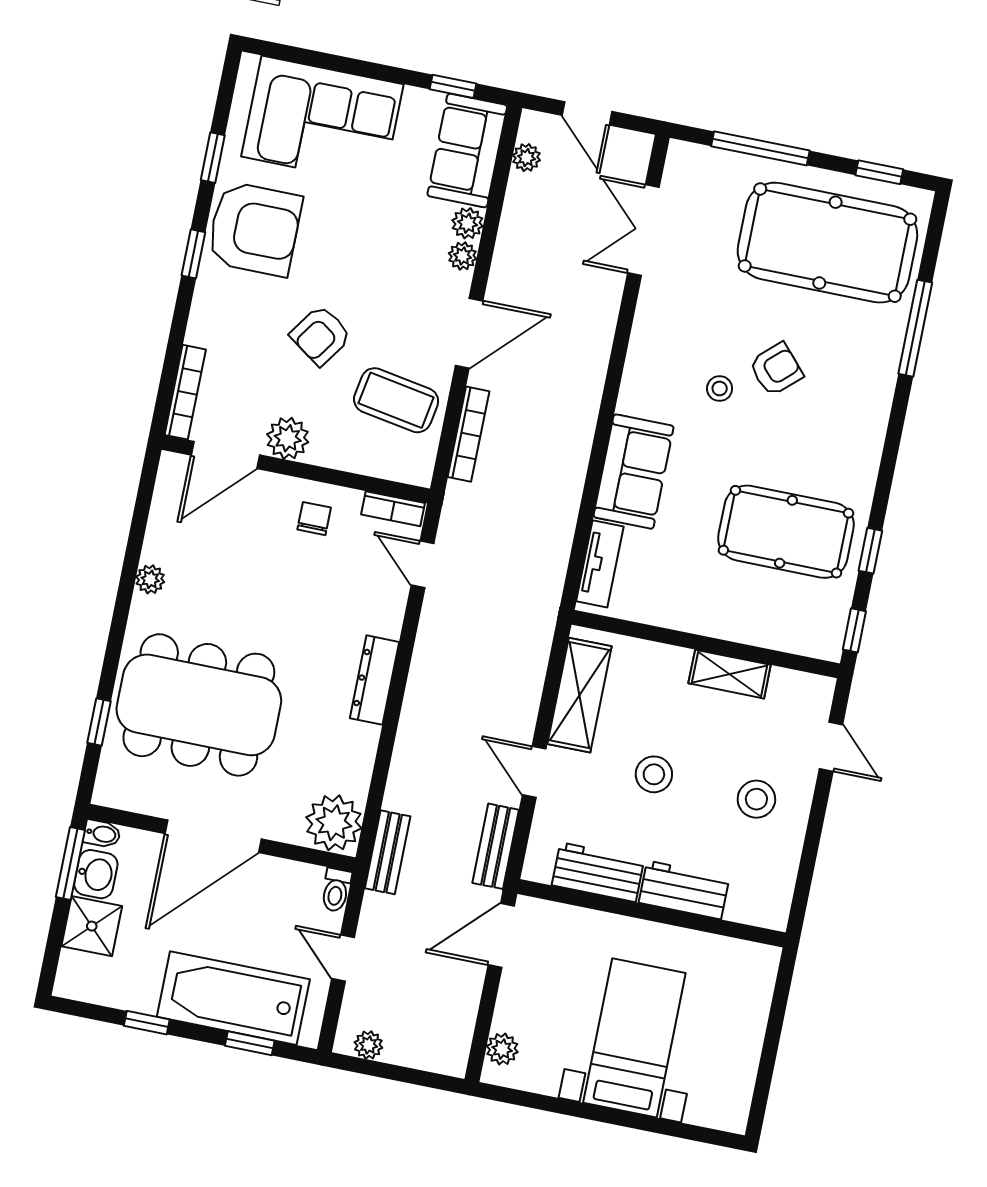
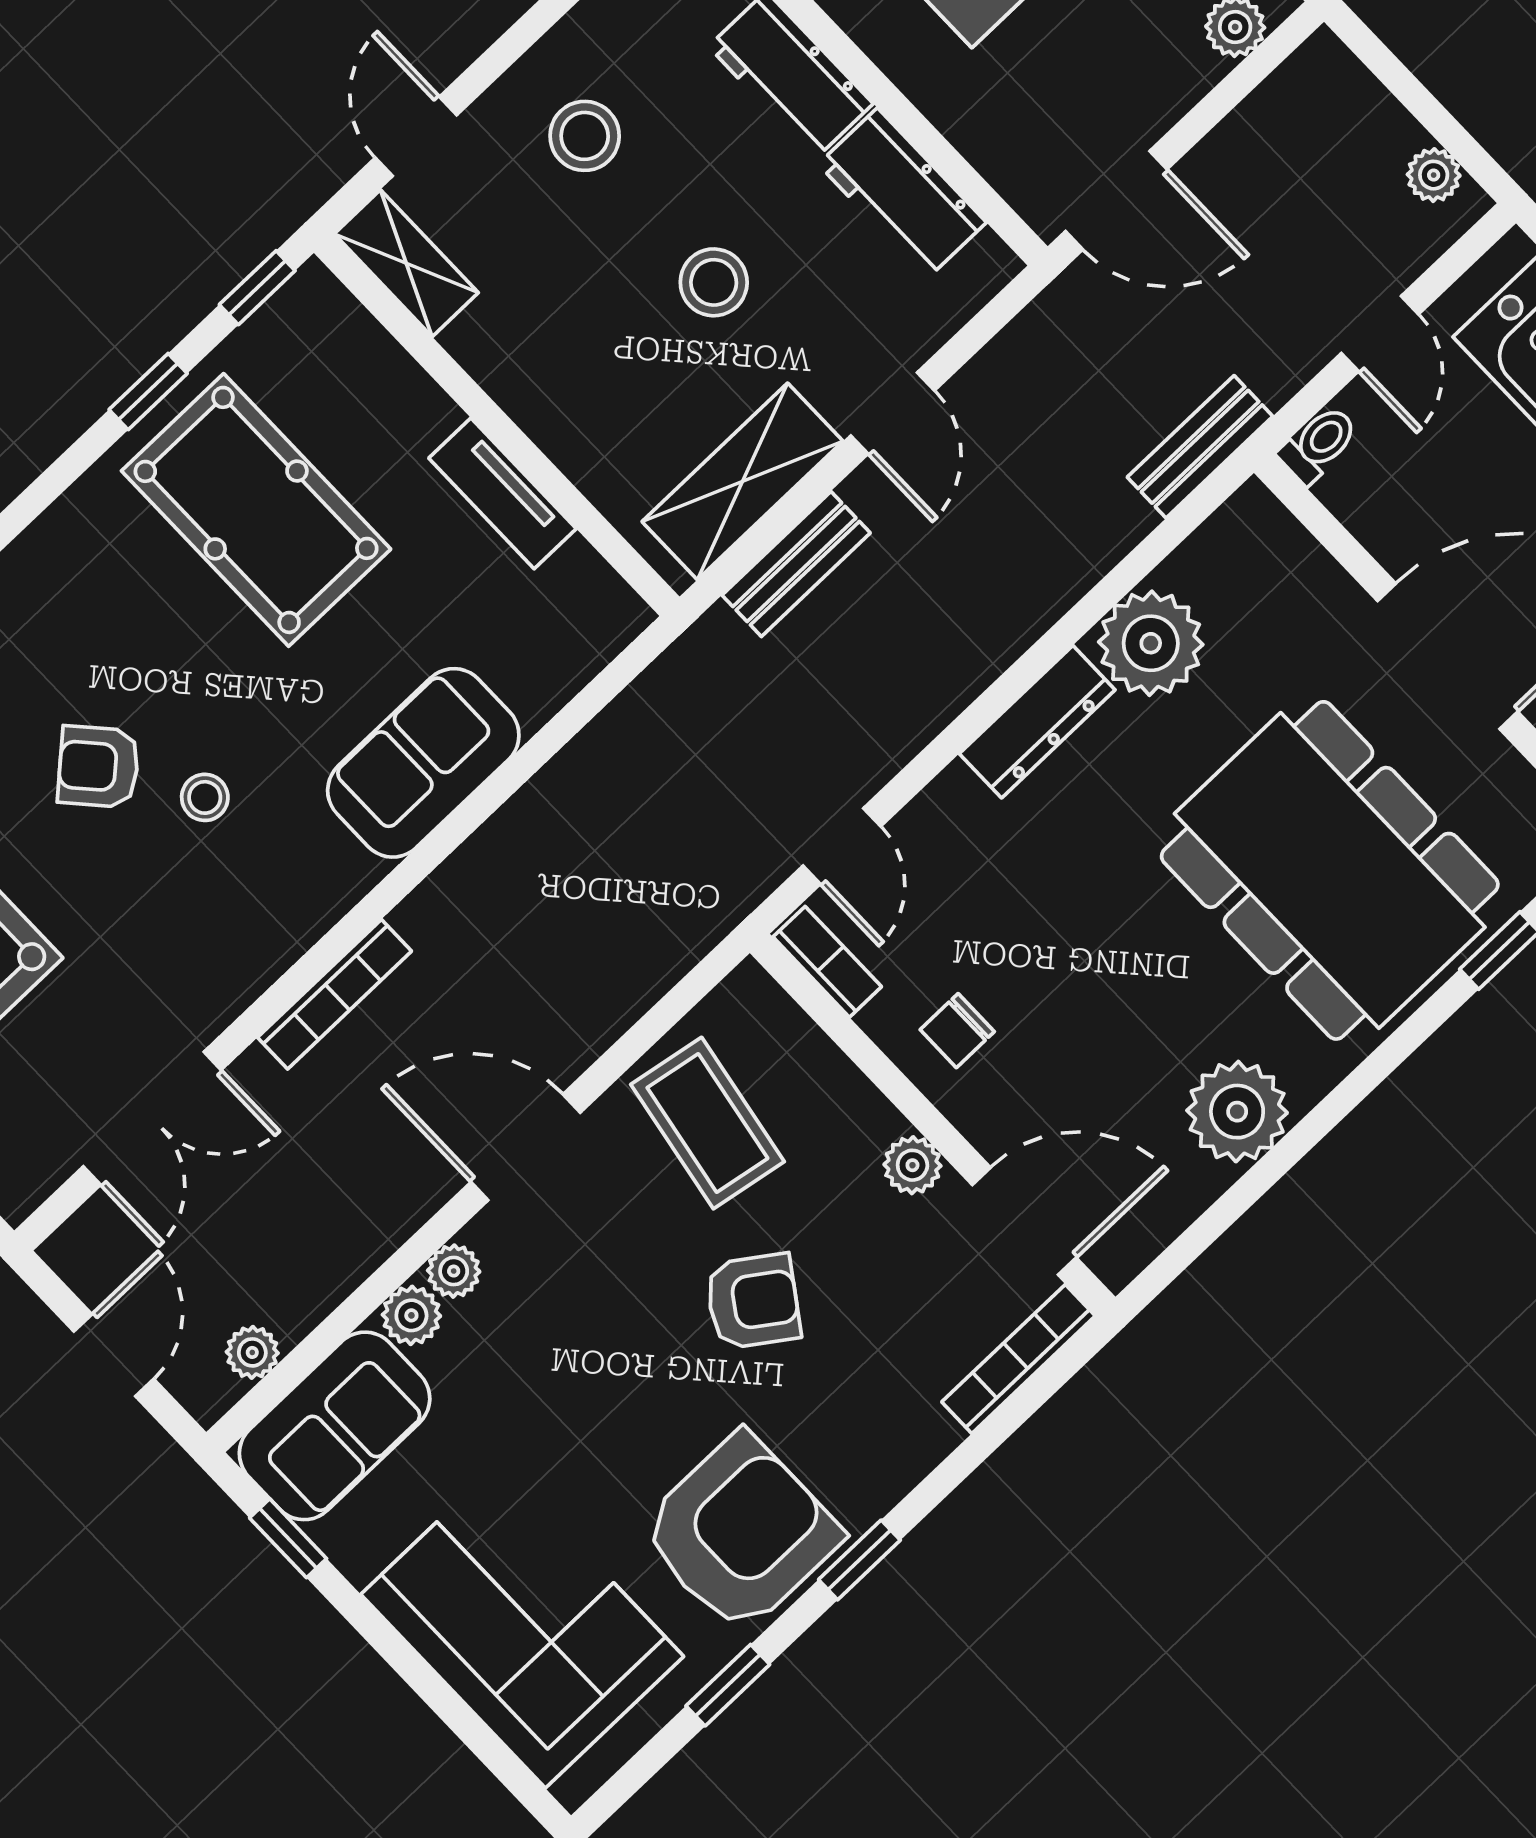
armchair: (254, 229) -> (740, 1533), turned 90
bookcase: (468, 434) -> (334, 994), moved, turned 180
plant: (288, 438) -> (912, 1165), width x0.73, depth x0.73
tv unit: (600, 564) -> (503, 493), moved, turned -90
plant: (150, 579) -> (1237, 1112), width x1.88, depth x1.88
shelving: (730, 674) -> (406, 263), moved
plant: (334, 823) -> (1151, 643), moved
bench: (496, 846) -> (796, 564), moved

